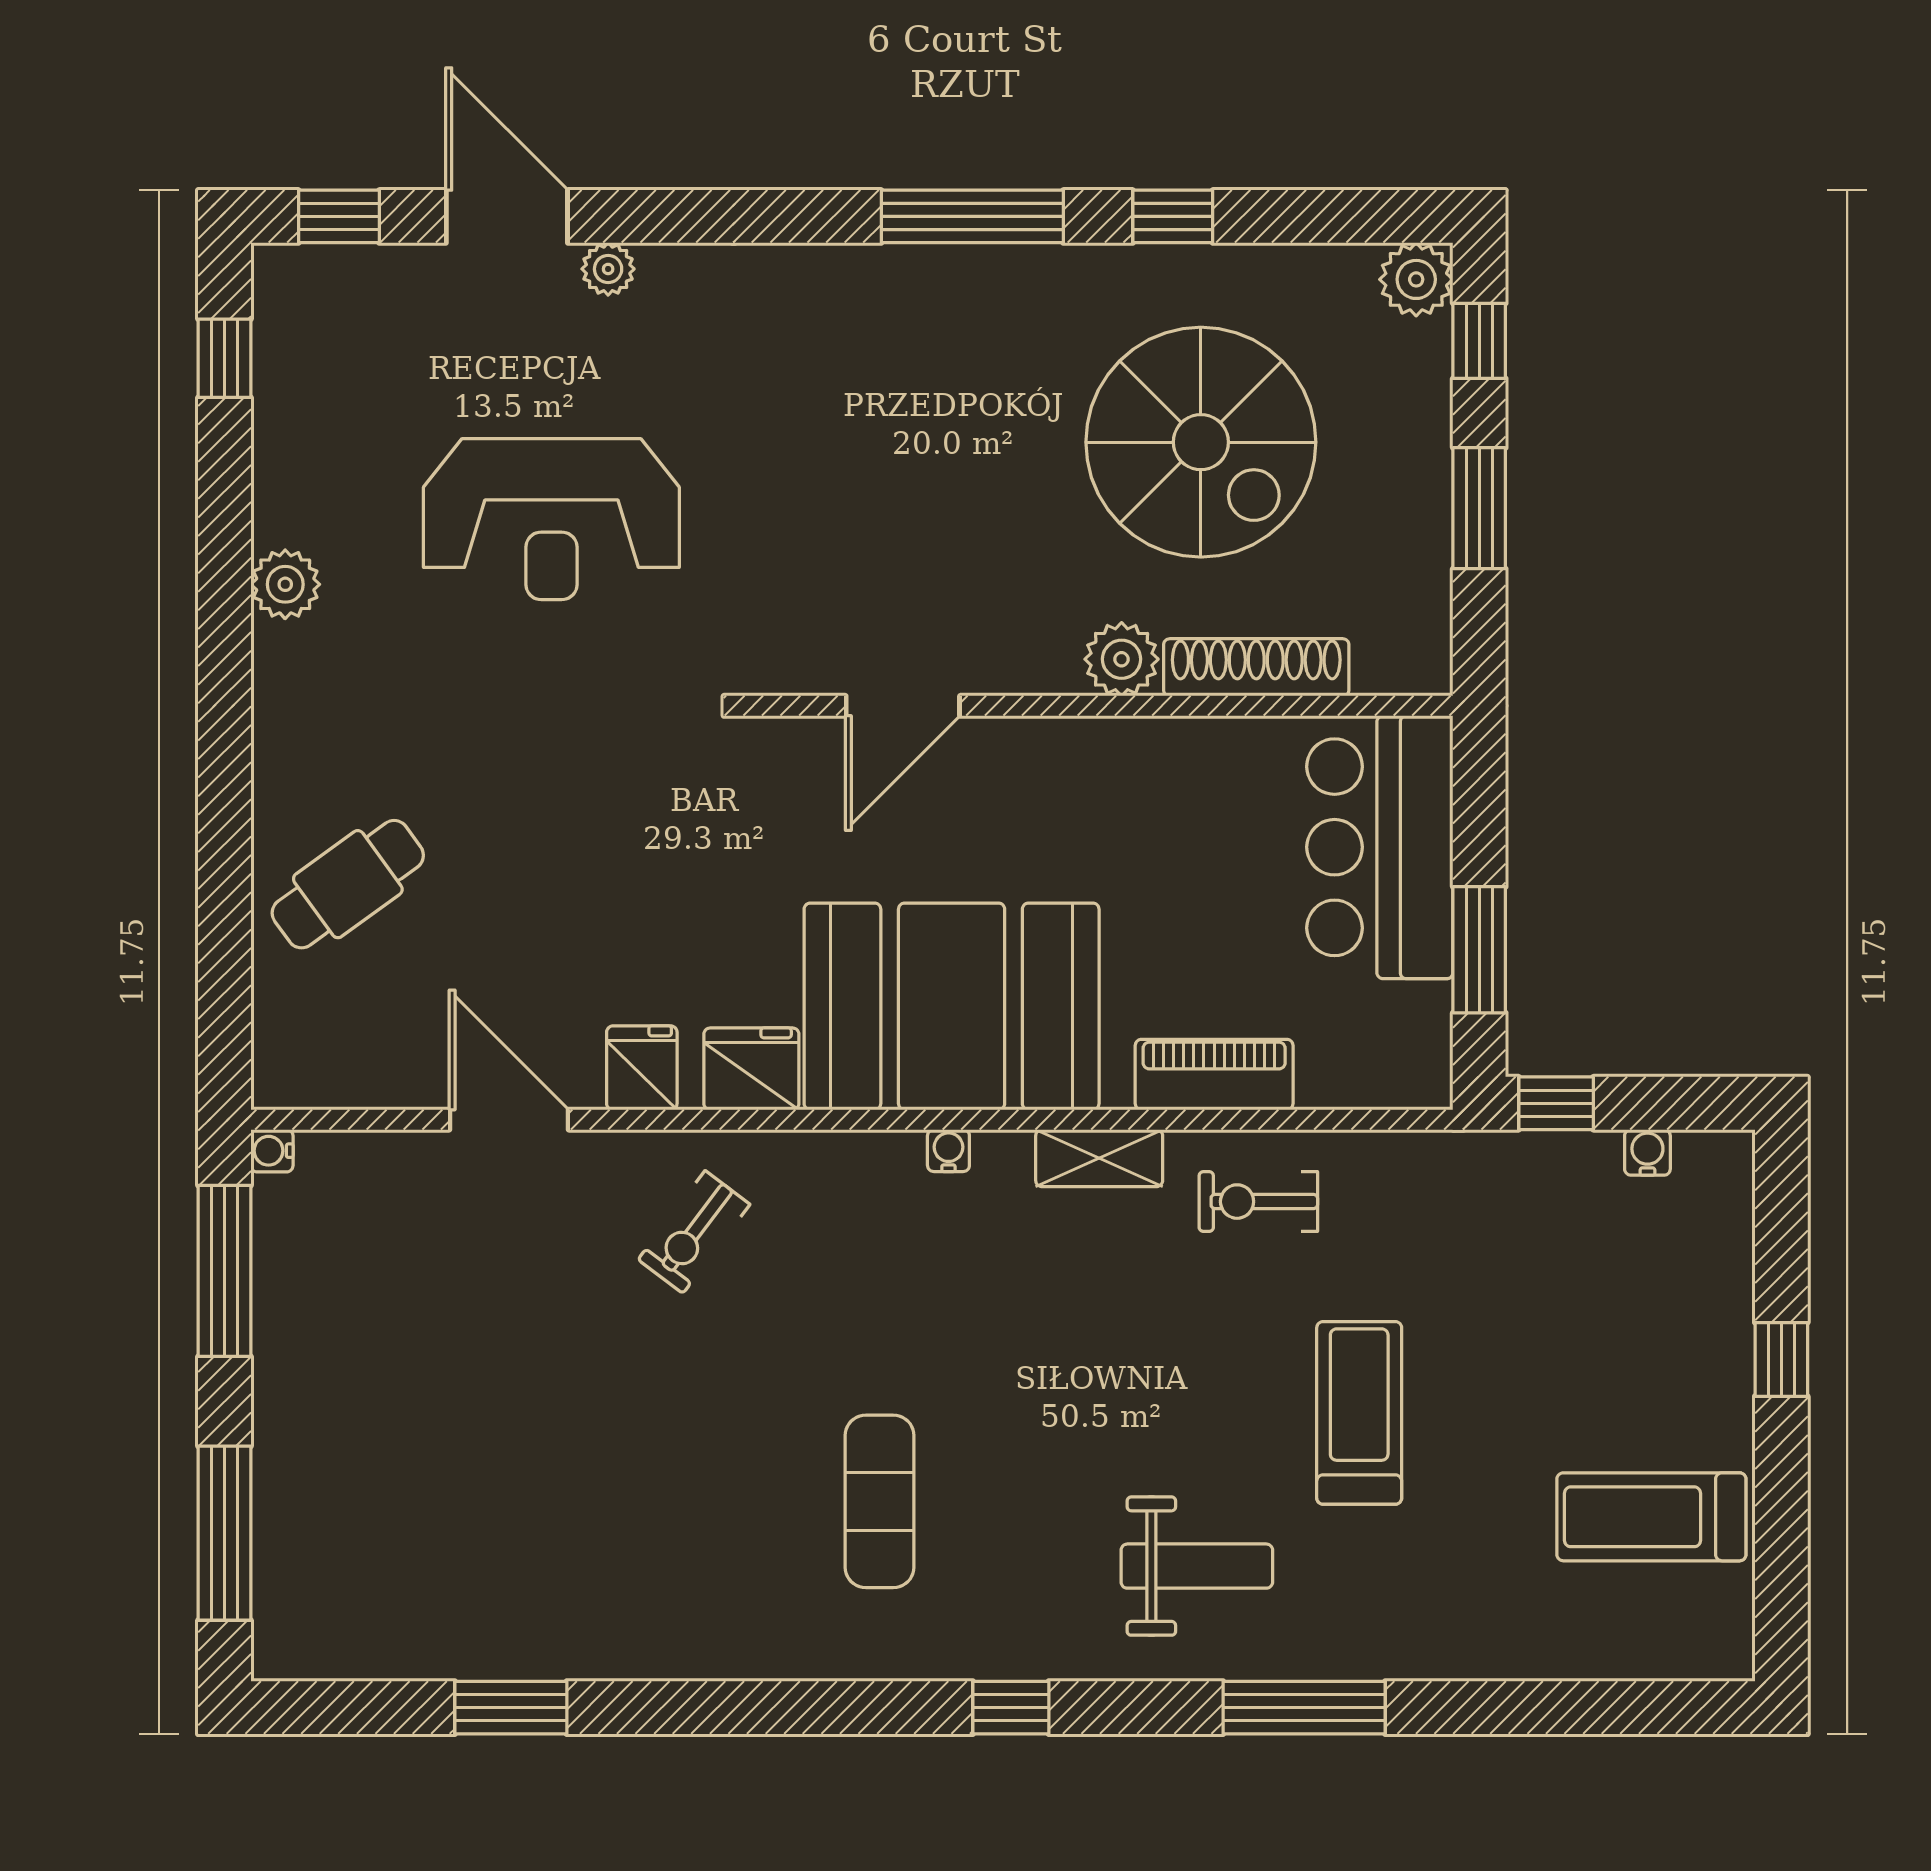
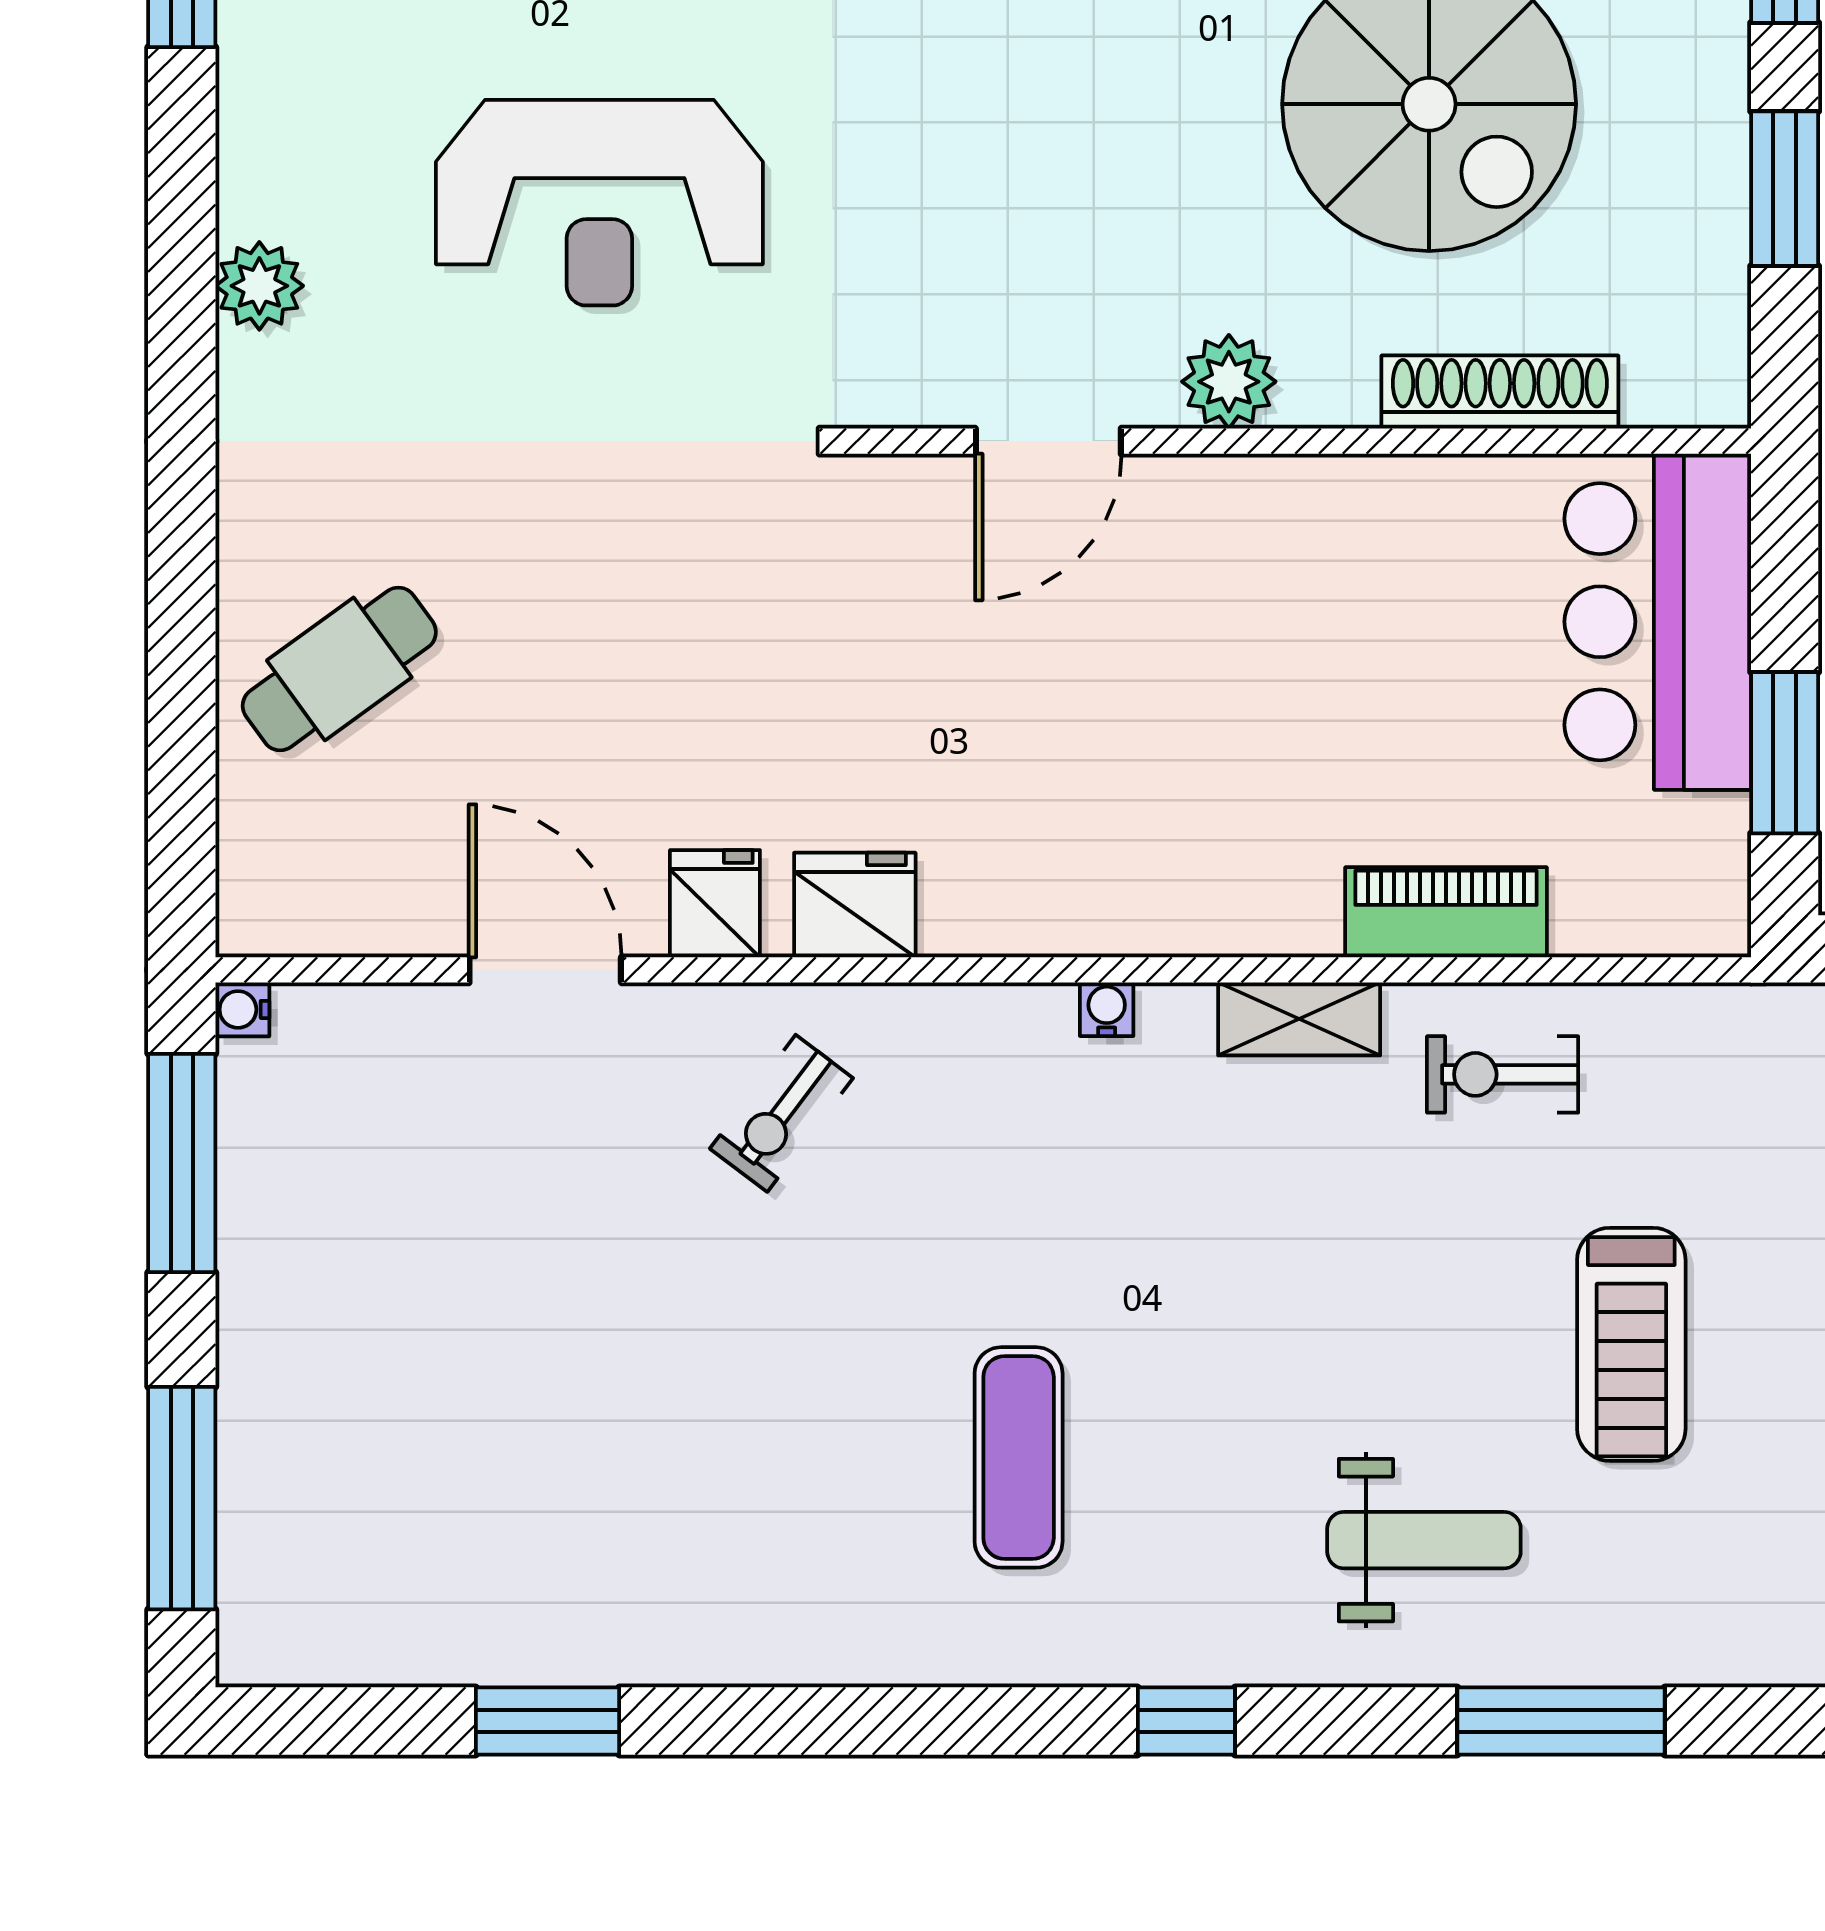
plant: (1122, 659) -> (1229, 382), moved
booth: (952, 1006) -> (1111, 825), removed
treadmill: (1359, 1413) -> (1631, 1344), turned 180

